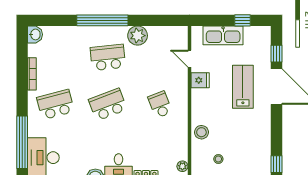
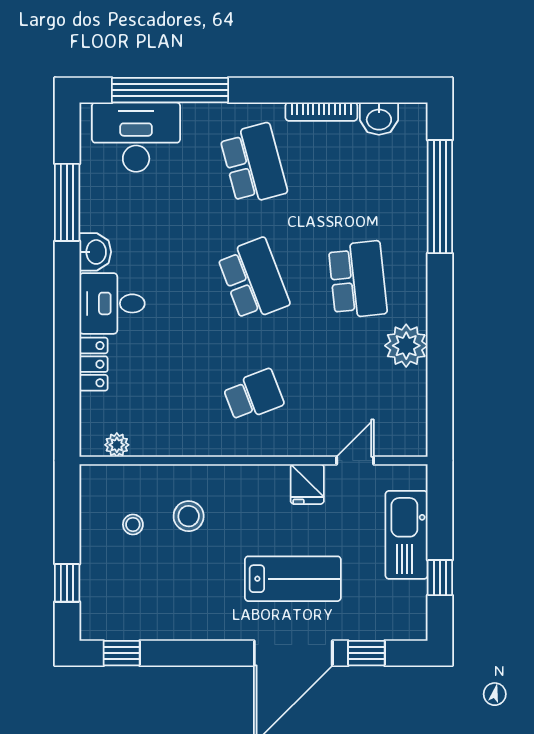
window: (102, 20) -> (440, 197), moved
washbasin: (35, 34) -> (379, 119), moved
stool: (201, 132) -> (189, 516), moved

